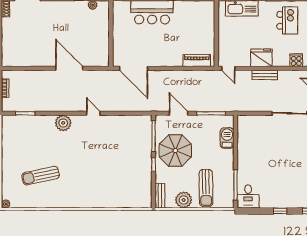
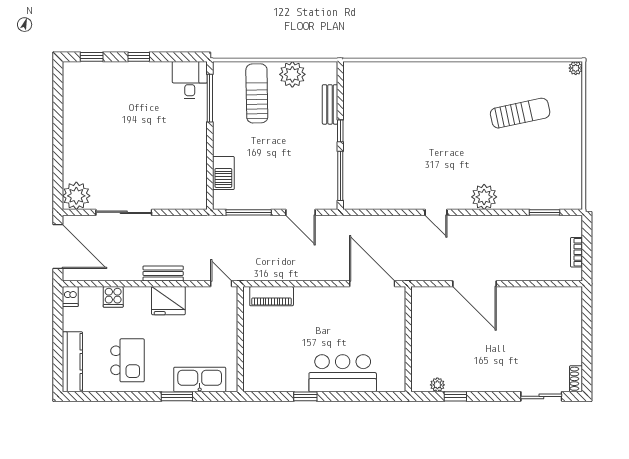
kitchen island: (287, 20) -> (128, 360), turned 180
parasol: (175, 151) -> (306, 153), removed
bench: (160, 196) -> (330, 104), moved

